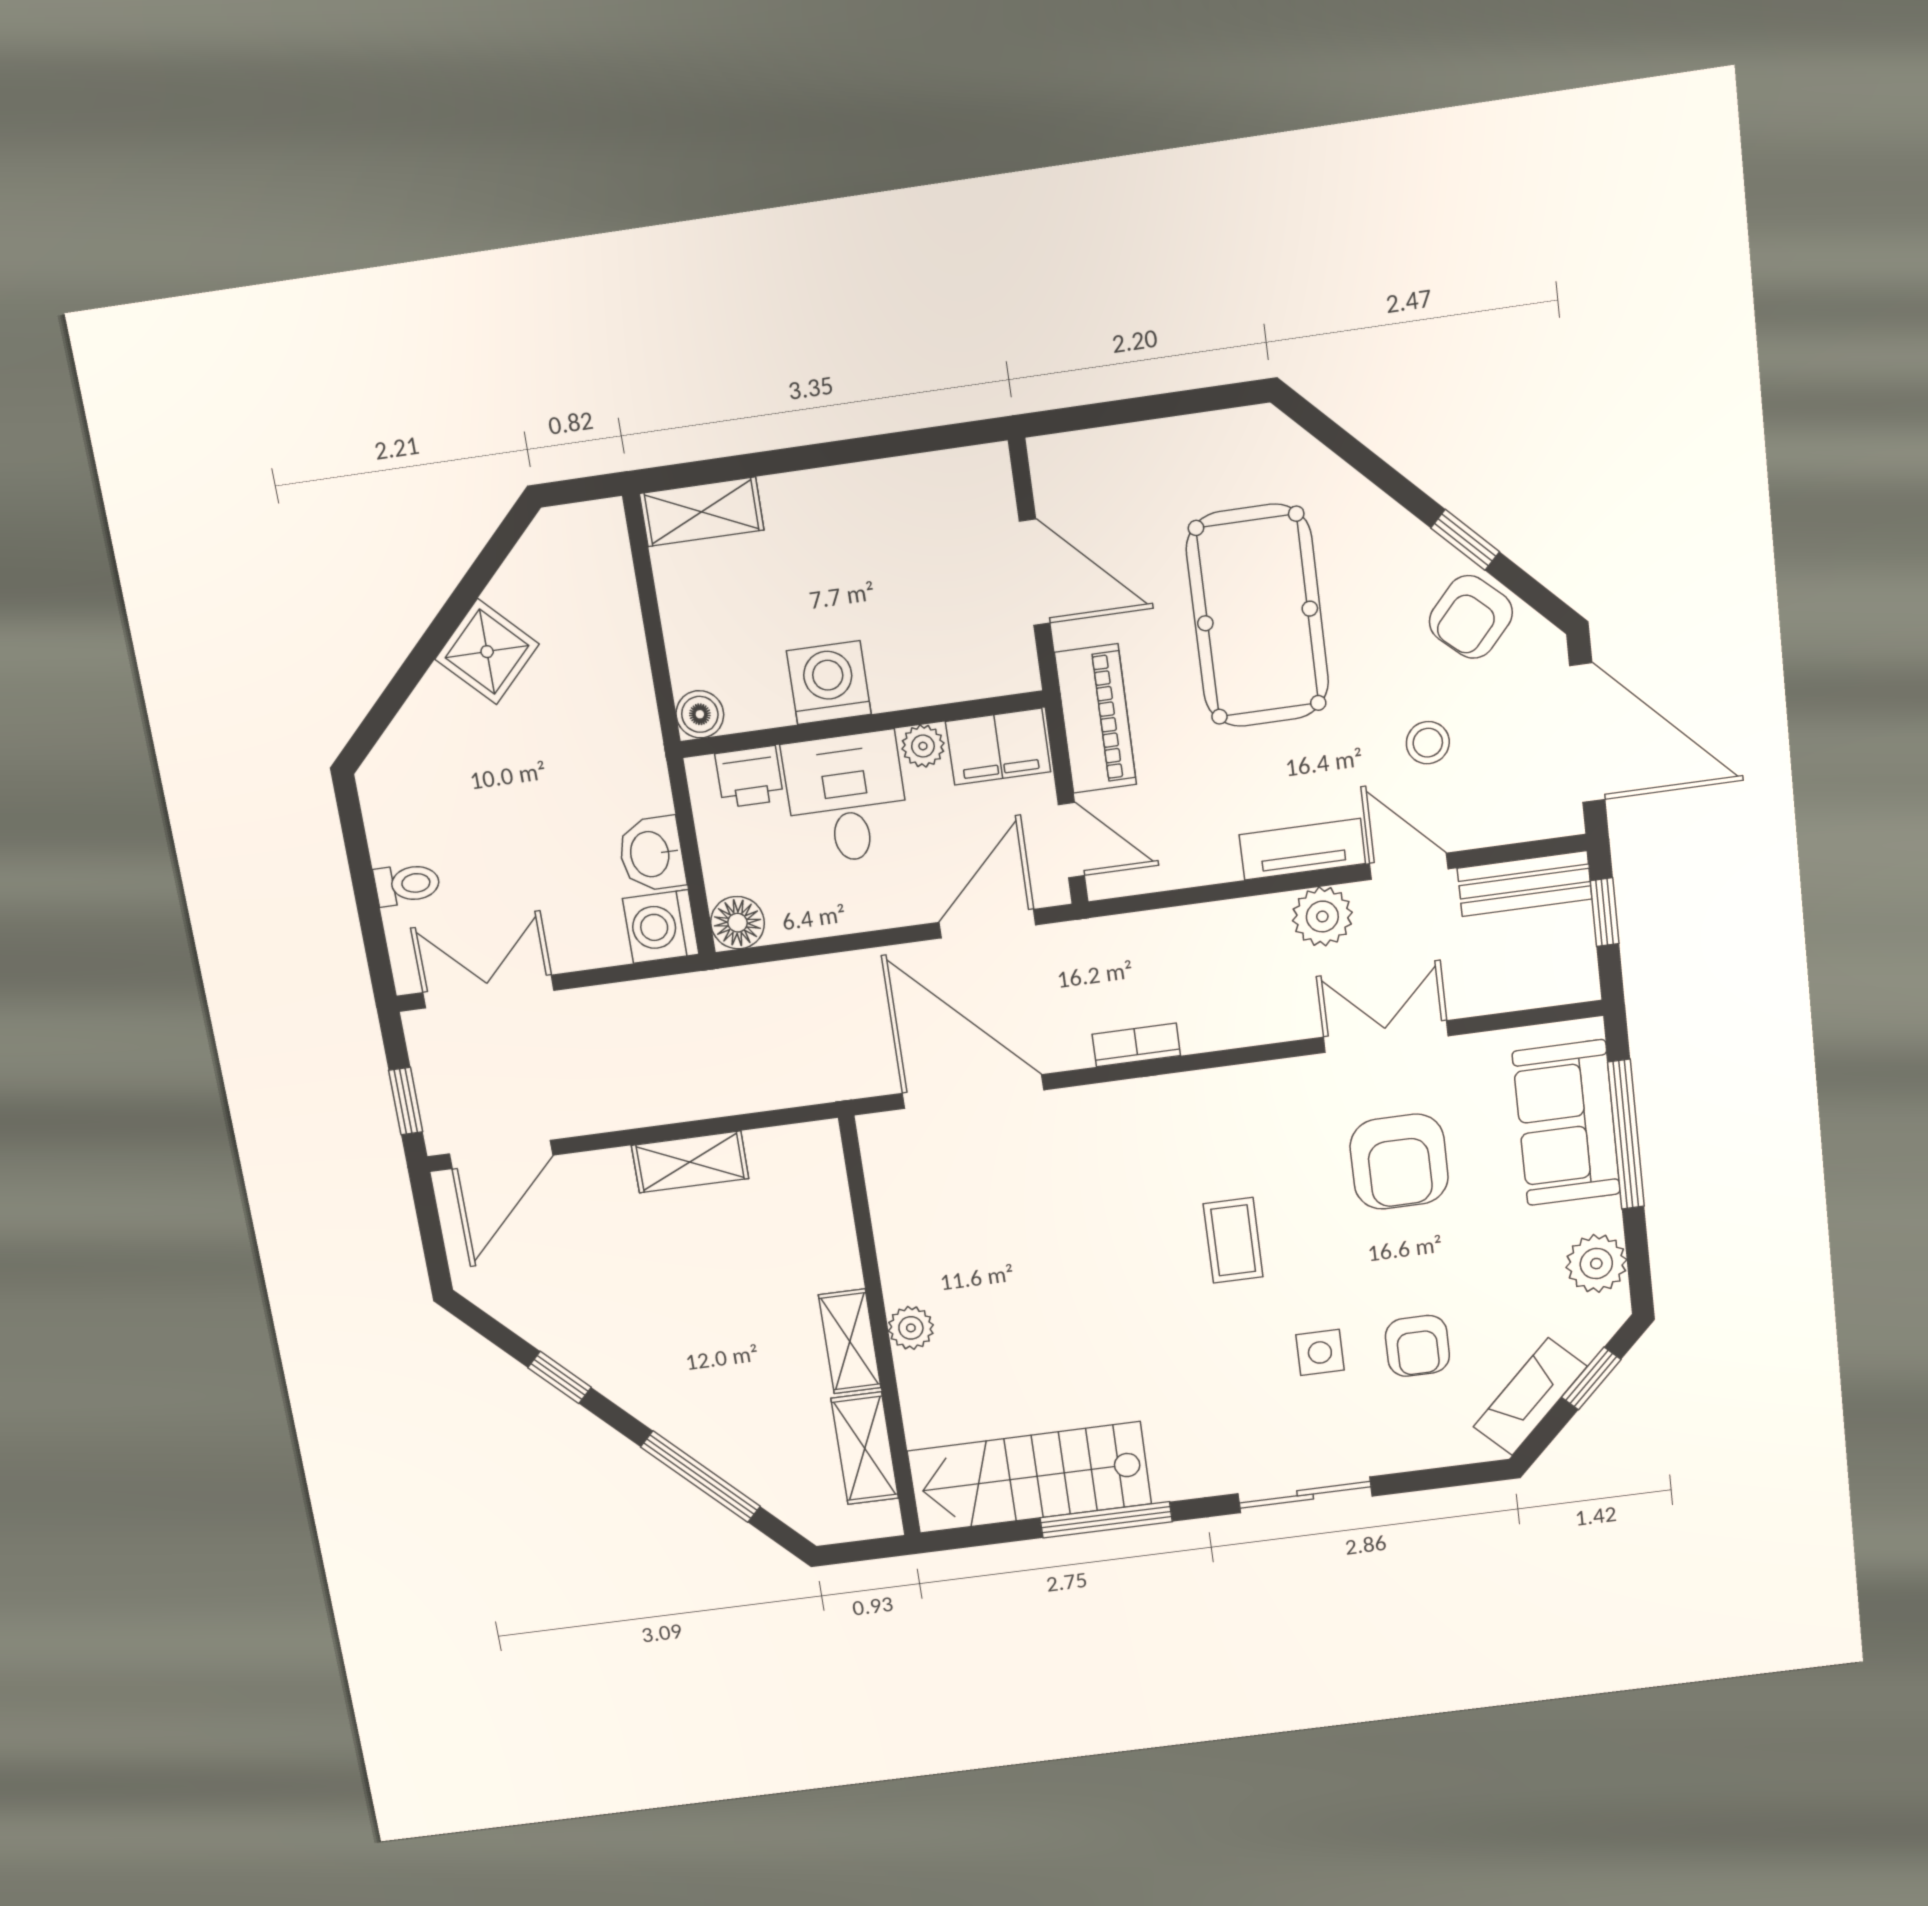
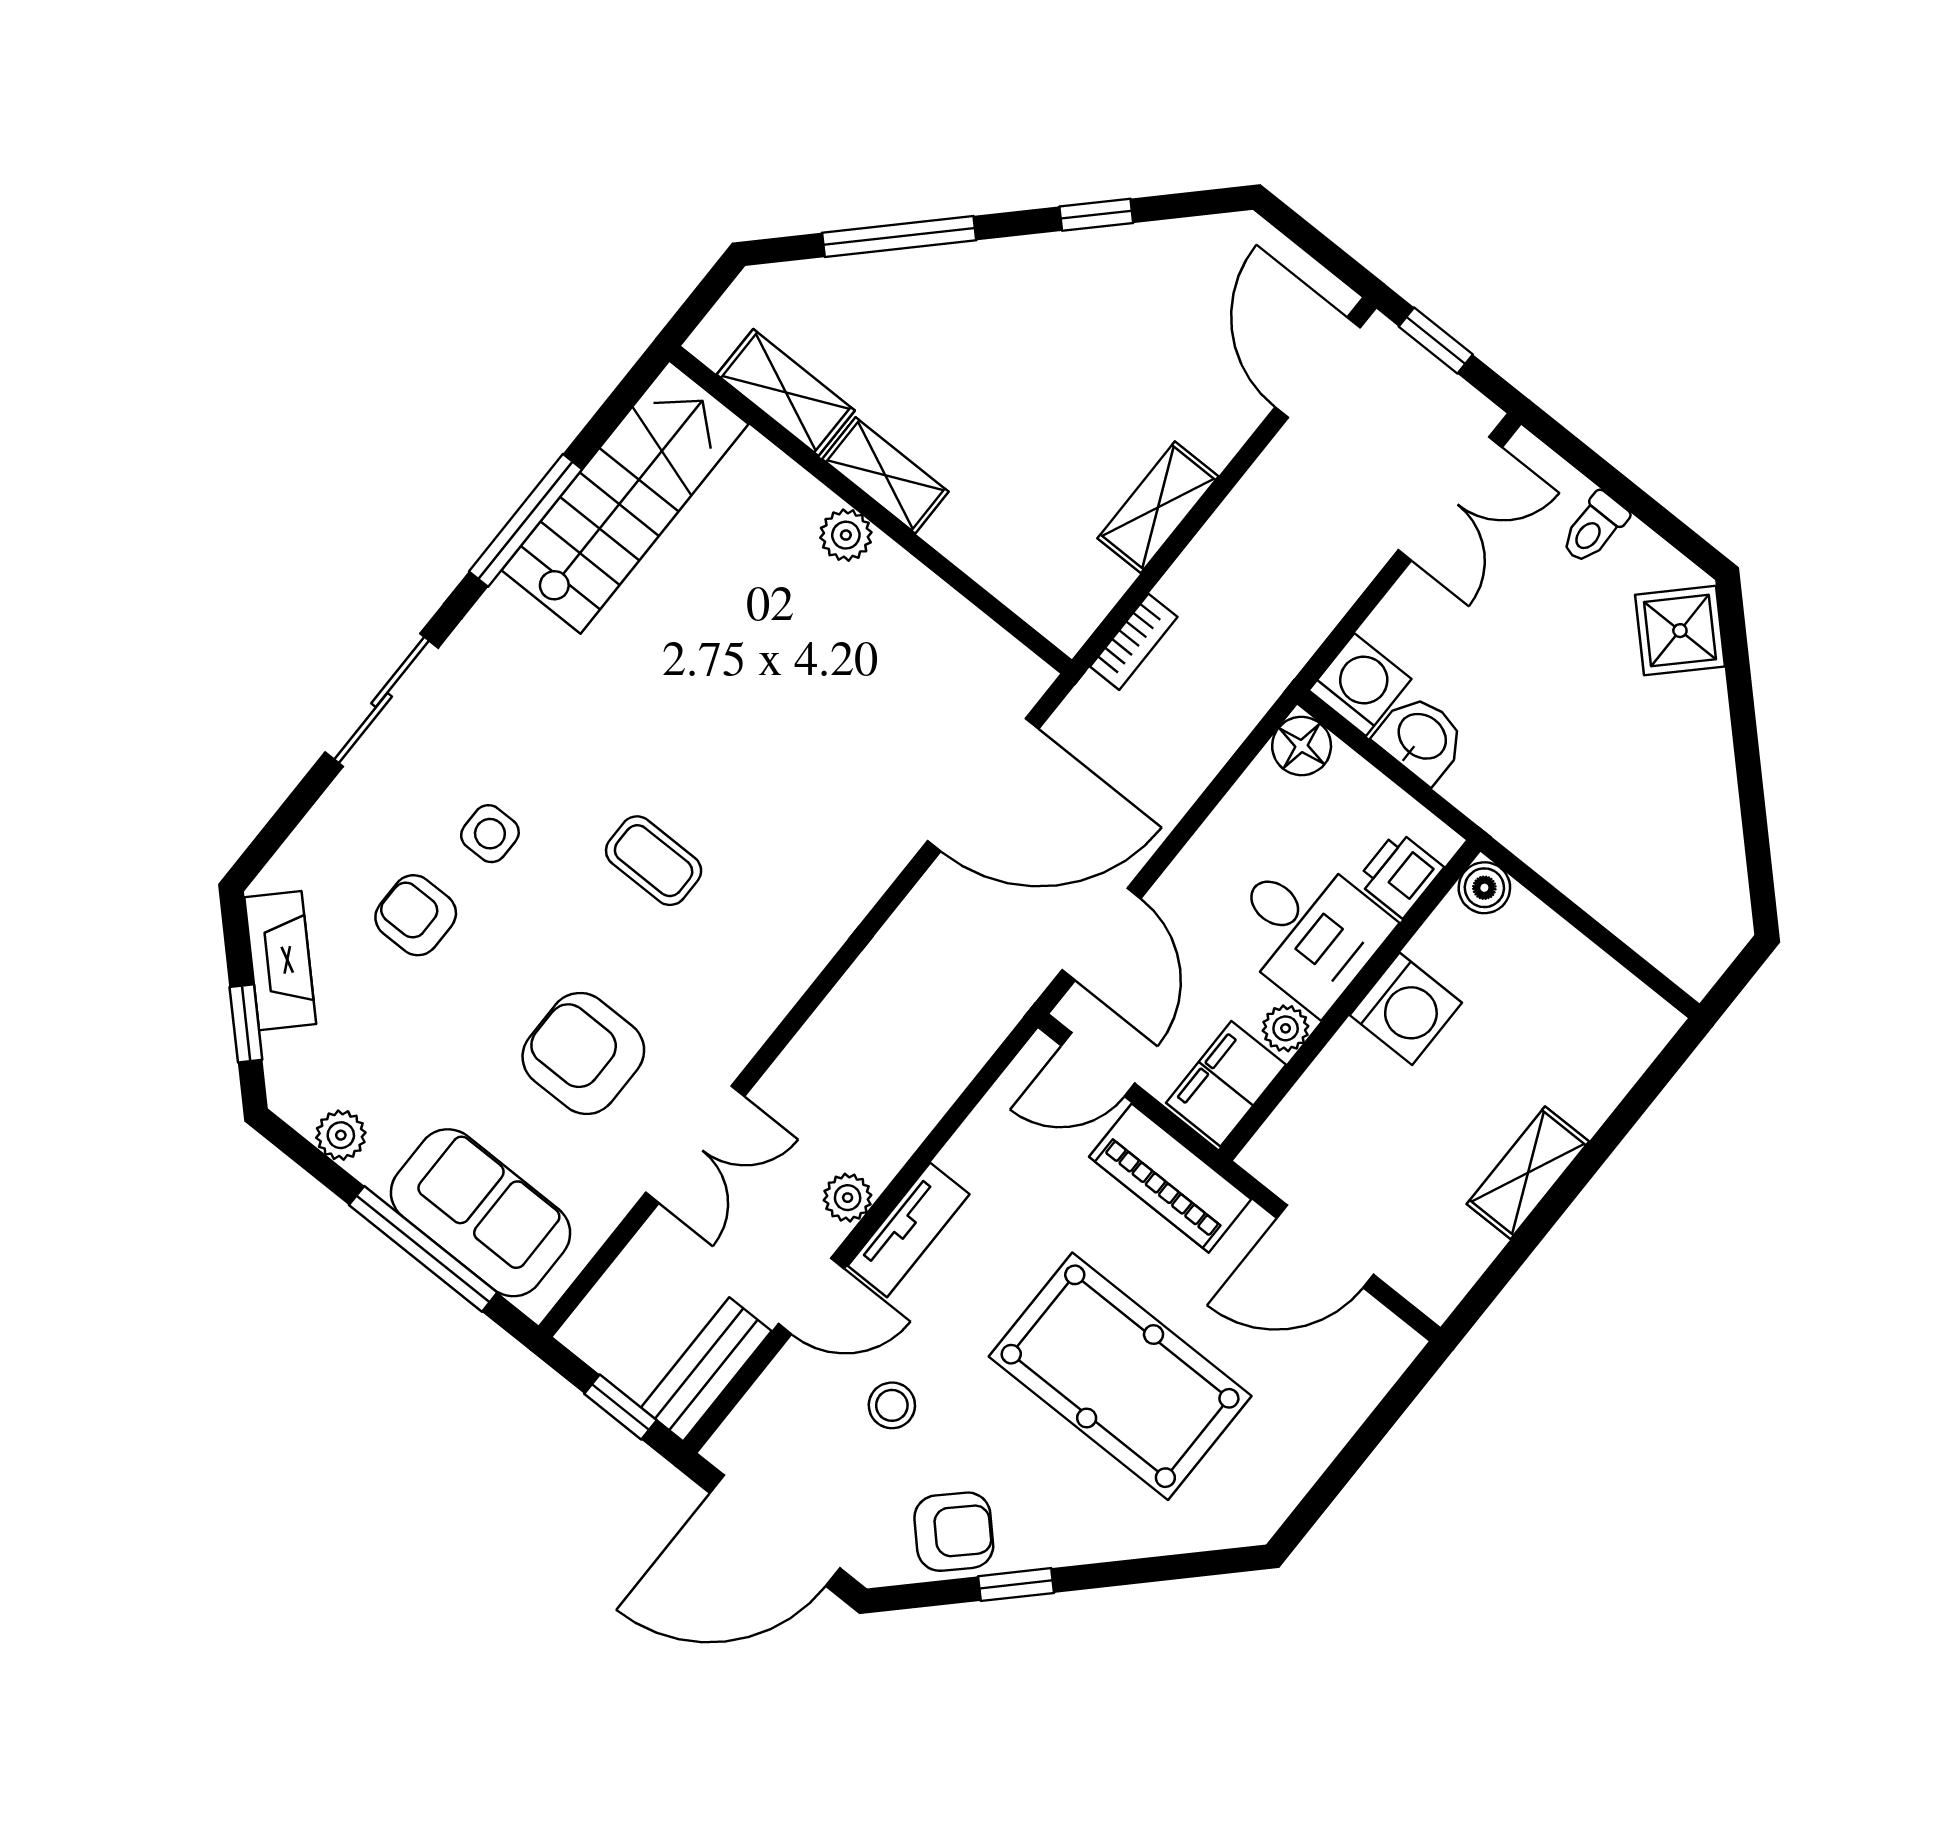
shelving: (702, 512) -> (1528, 1173), moved
armchair: (1471, 617) -> (954, 1532), turned 94
shower: (487, 652) -> (1680, 631), moved
plant: (1322, 917) -> (848, 1198), width x0.73, depth x0.73
bookcase: (1136, 1045) -> (1134, 642), moved
plant: (1596, 1264) -> (341, 1135), width x0.73, depth x0.73

